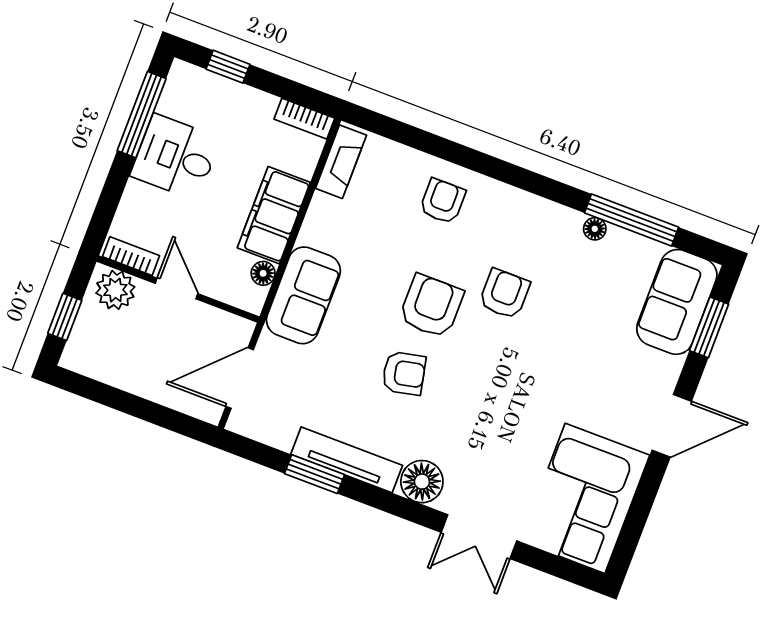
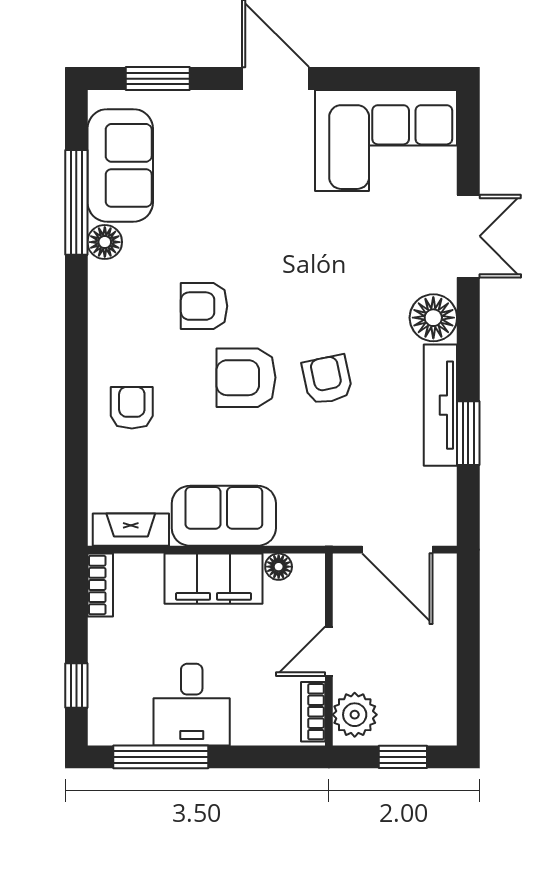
armchair: (442, 201) -> (132, 408), turned 90
floor lamp: (595, 229) -> (105, 242), width x1.37, depth x1.37
sofa: (303, 295) -> (224, 516), moved
sofa: (677, 302) -> (120, 165), moved, turned -90

